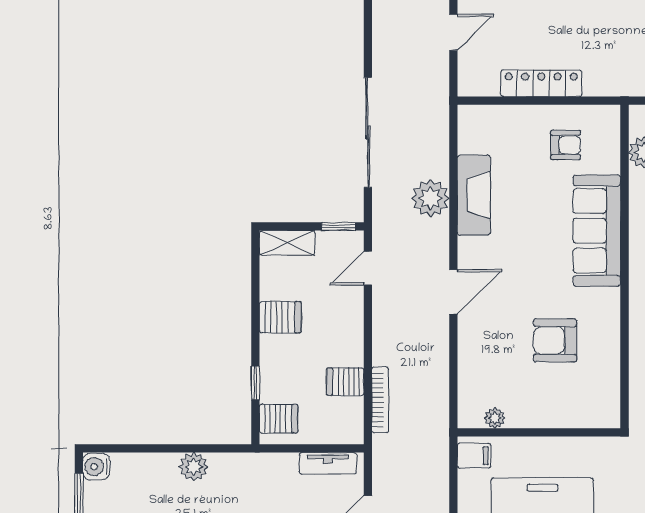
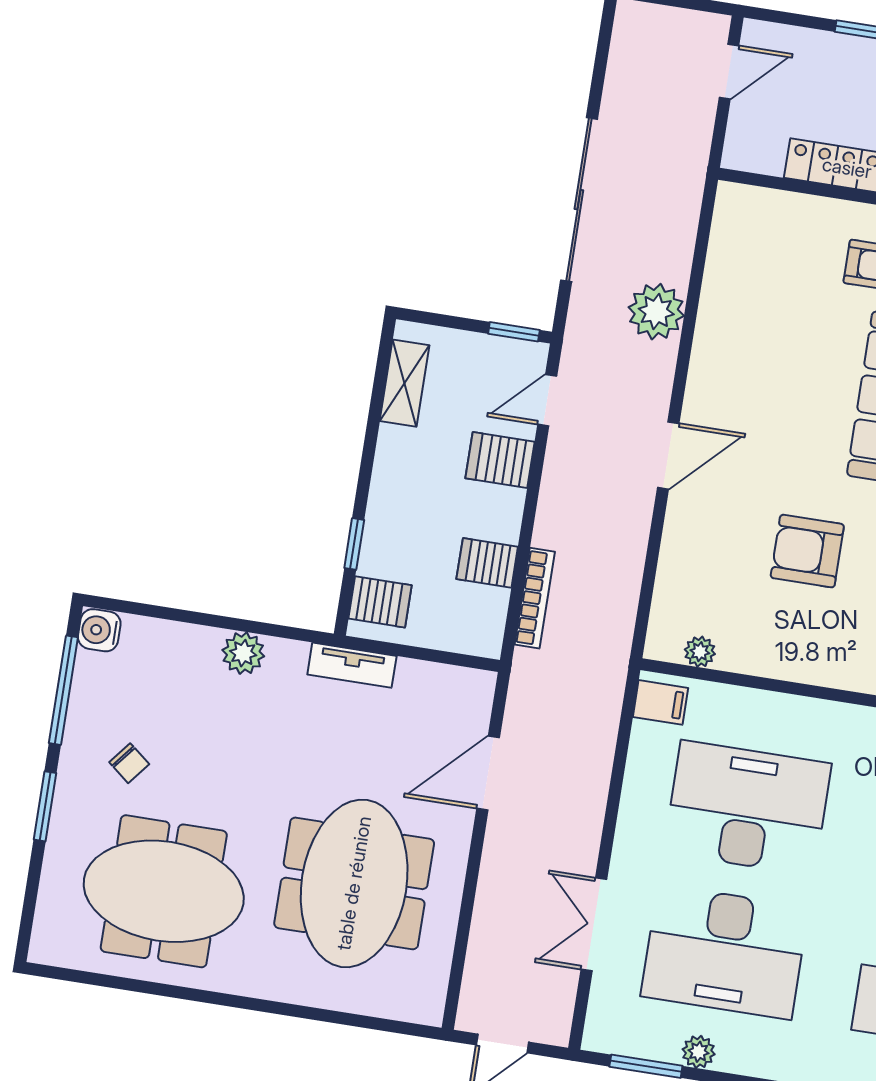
fireplace: (474, 195) -> (721, 317), removed
shelving: (287, 243) -> (405, 383), moved, turned 90
server rack: (280, 317) -> (500, 460), moved, turned 180
tv unit: (328, 463) -> (352, 665), moved

